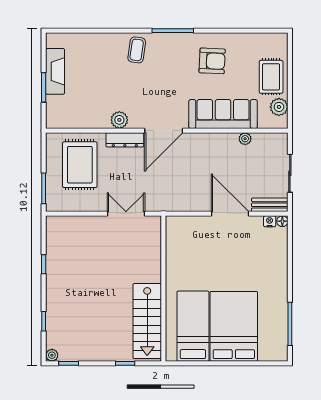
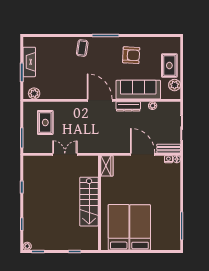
plant: (119, 120) -> (34, 93), moved
door: (164, 131) -> (100, 100), swing flipped
dresser: (125, 140) -> (128, 106), moved
rug: (80, 165) -> (45, 122), width x0.73, depth x0.70
double door: (126, 214) -> (65, 154), moved
wardrobe: (175, 232) -> (107, 166), added
stairs: (147, 321) -> (89, 202), moved
bed: (234, 326) -> (140, 227), width x0.67

